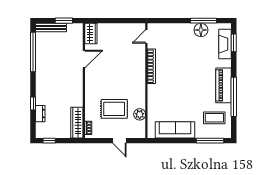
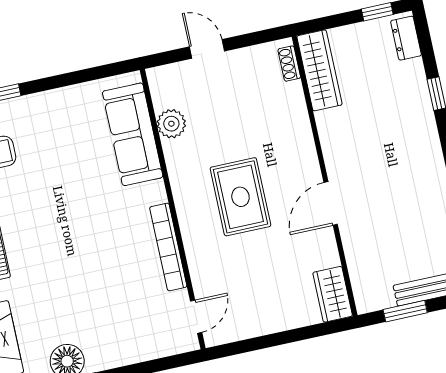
door: (84, 59) -> (331, 203), moved
rug: (114, 109) -> (240, 197), moved, turned 90
dresser: (40, 114) -> (406, 38), moved
sofa: (175, 130) -> (133, 134), moved, turned 90

